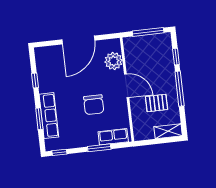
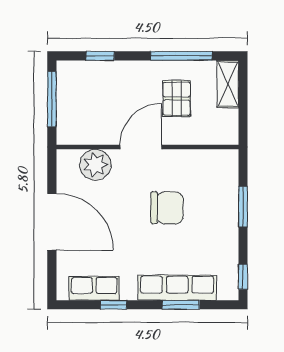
window: (180, 89) -> (181, 56), moved
row of seats: (113, 137) -> (94, 288), moved, turned 90

